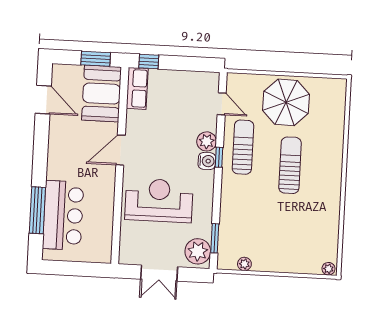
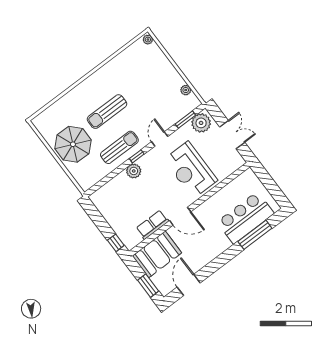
window: (96, 59) -> (148, 286), moved
row of seats: (137, 88) -> (152, 225), moved
door: (222, 104) -> (160, 139), moved
sun lounger: (243, 147) -> (119, 147), turned 180
water cooler: (207, 161) -> (145, 161), removed

